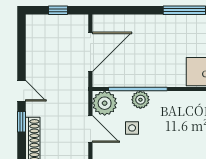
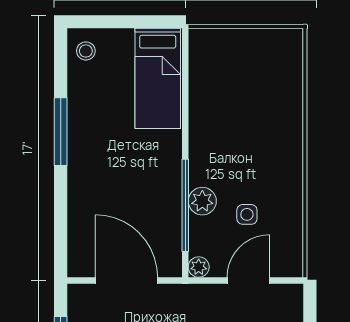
plant: (105, 103) -> (199, 267), width x0.53, depth x0.53

